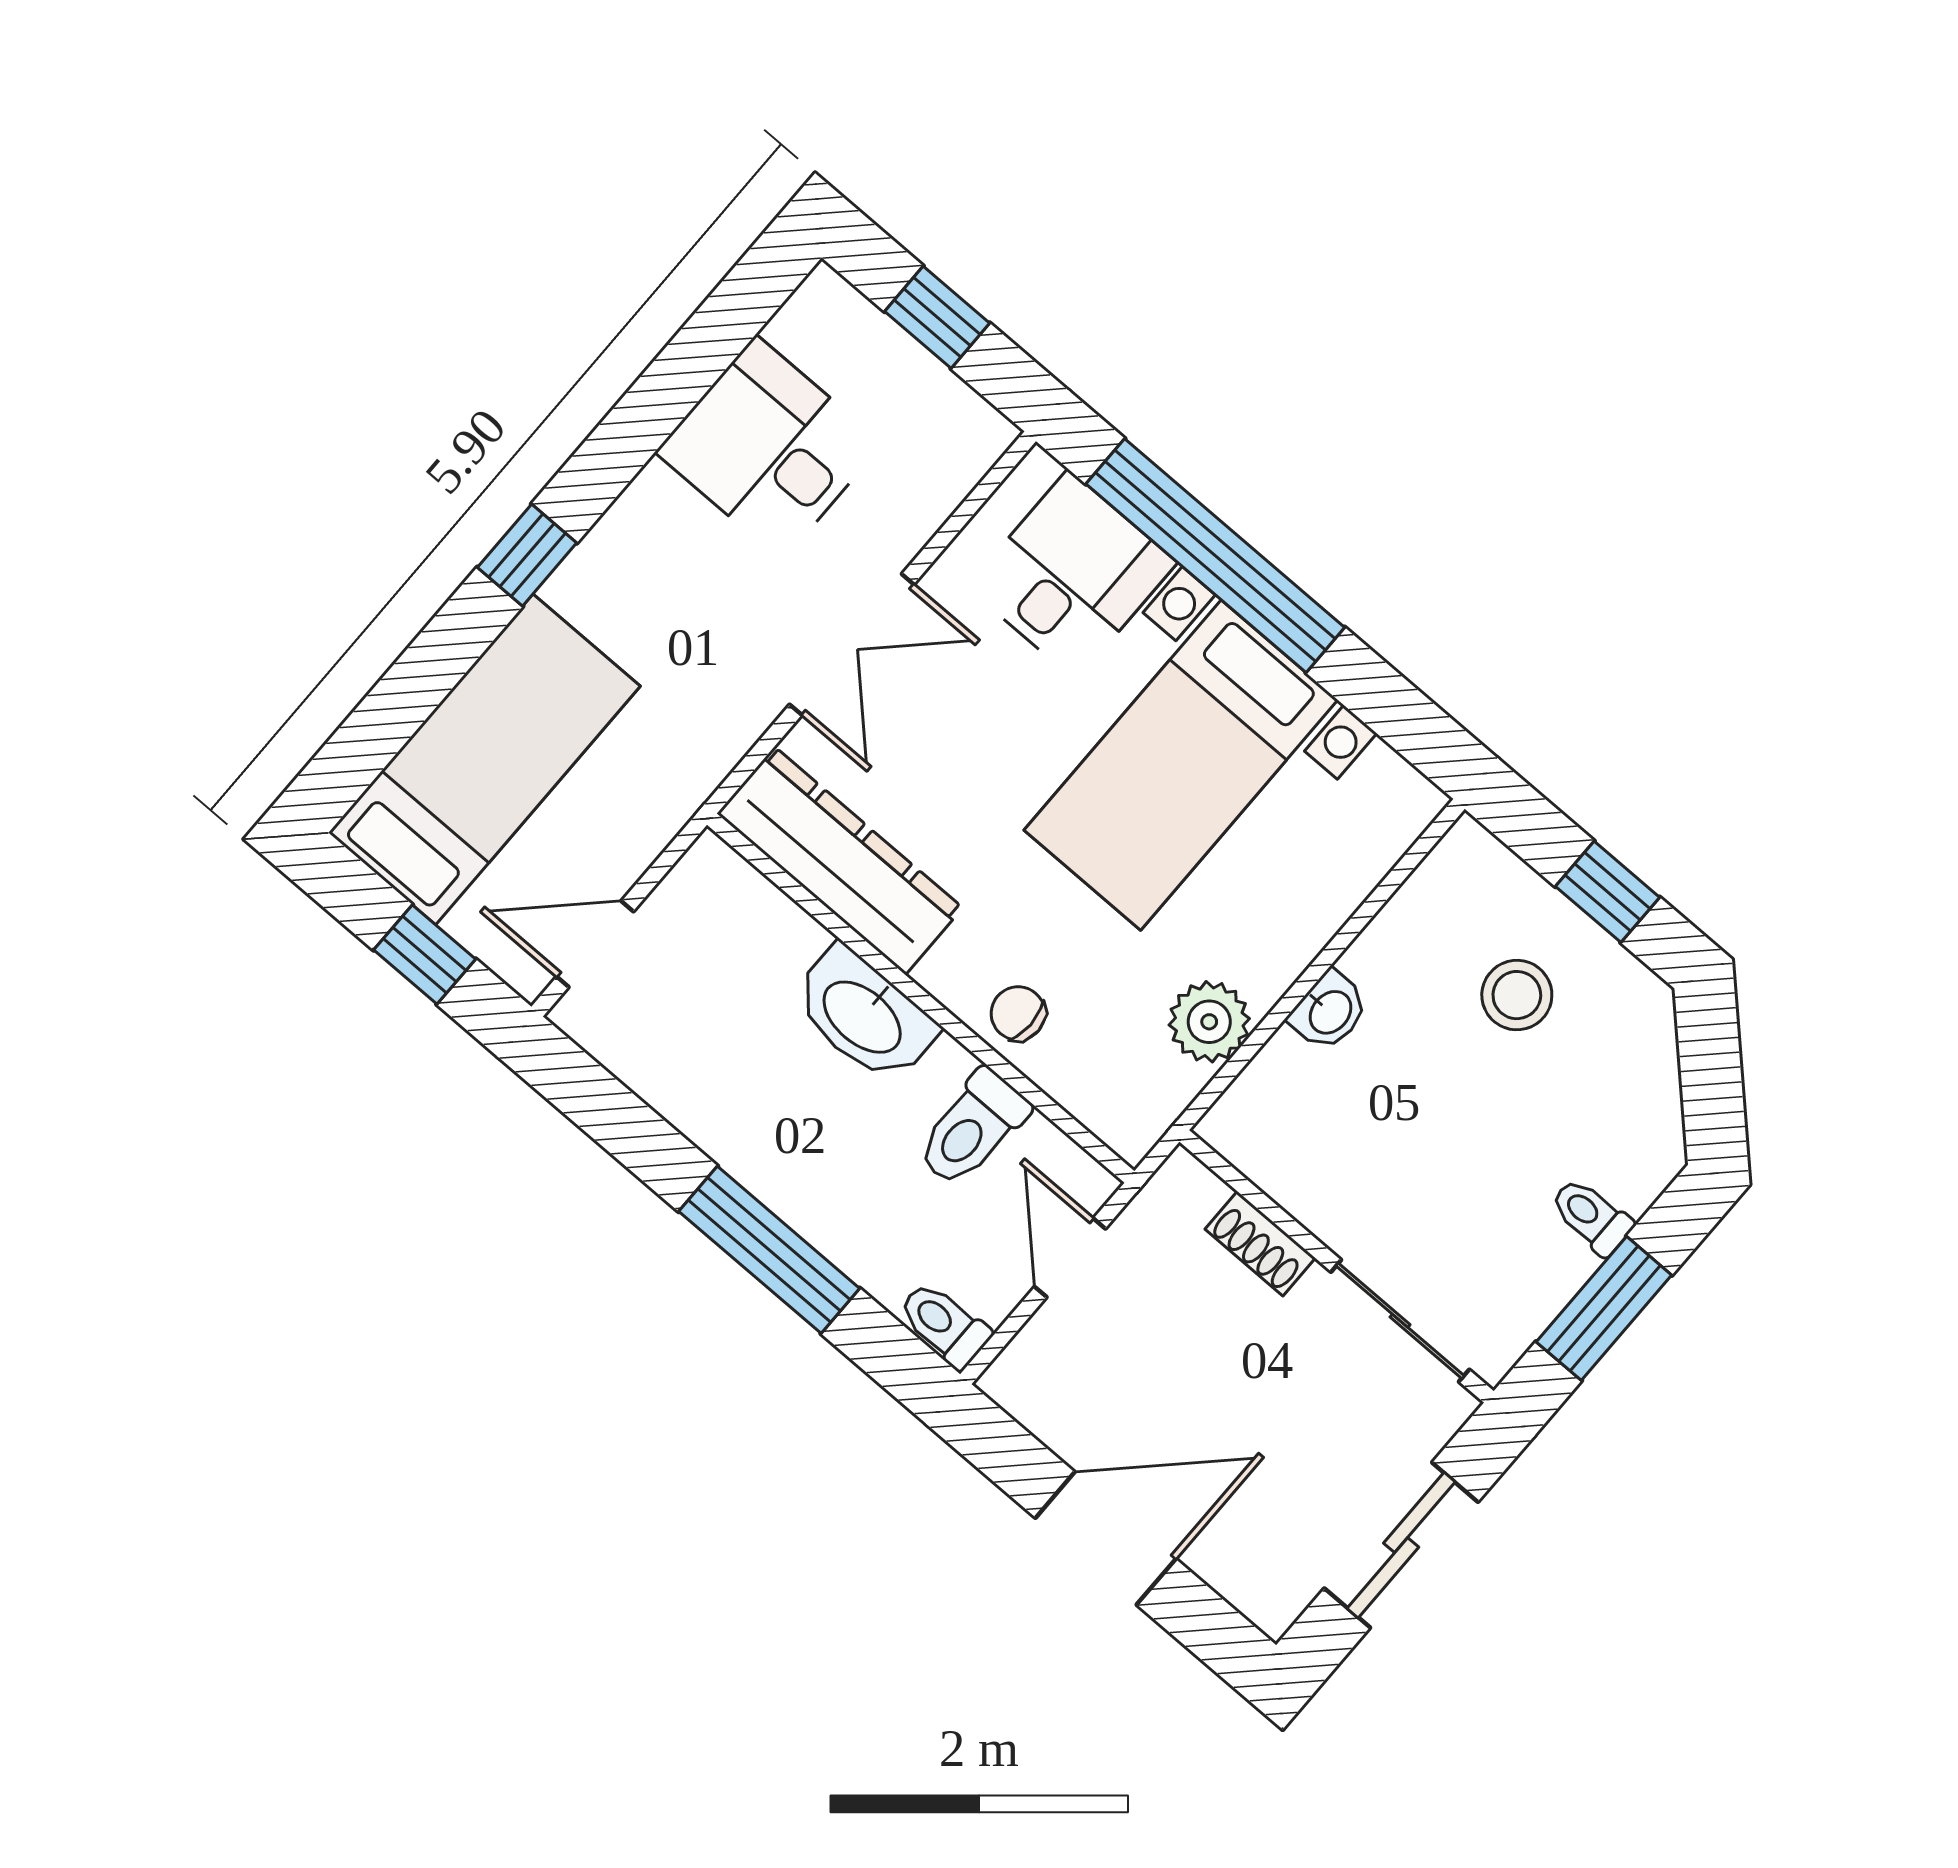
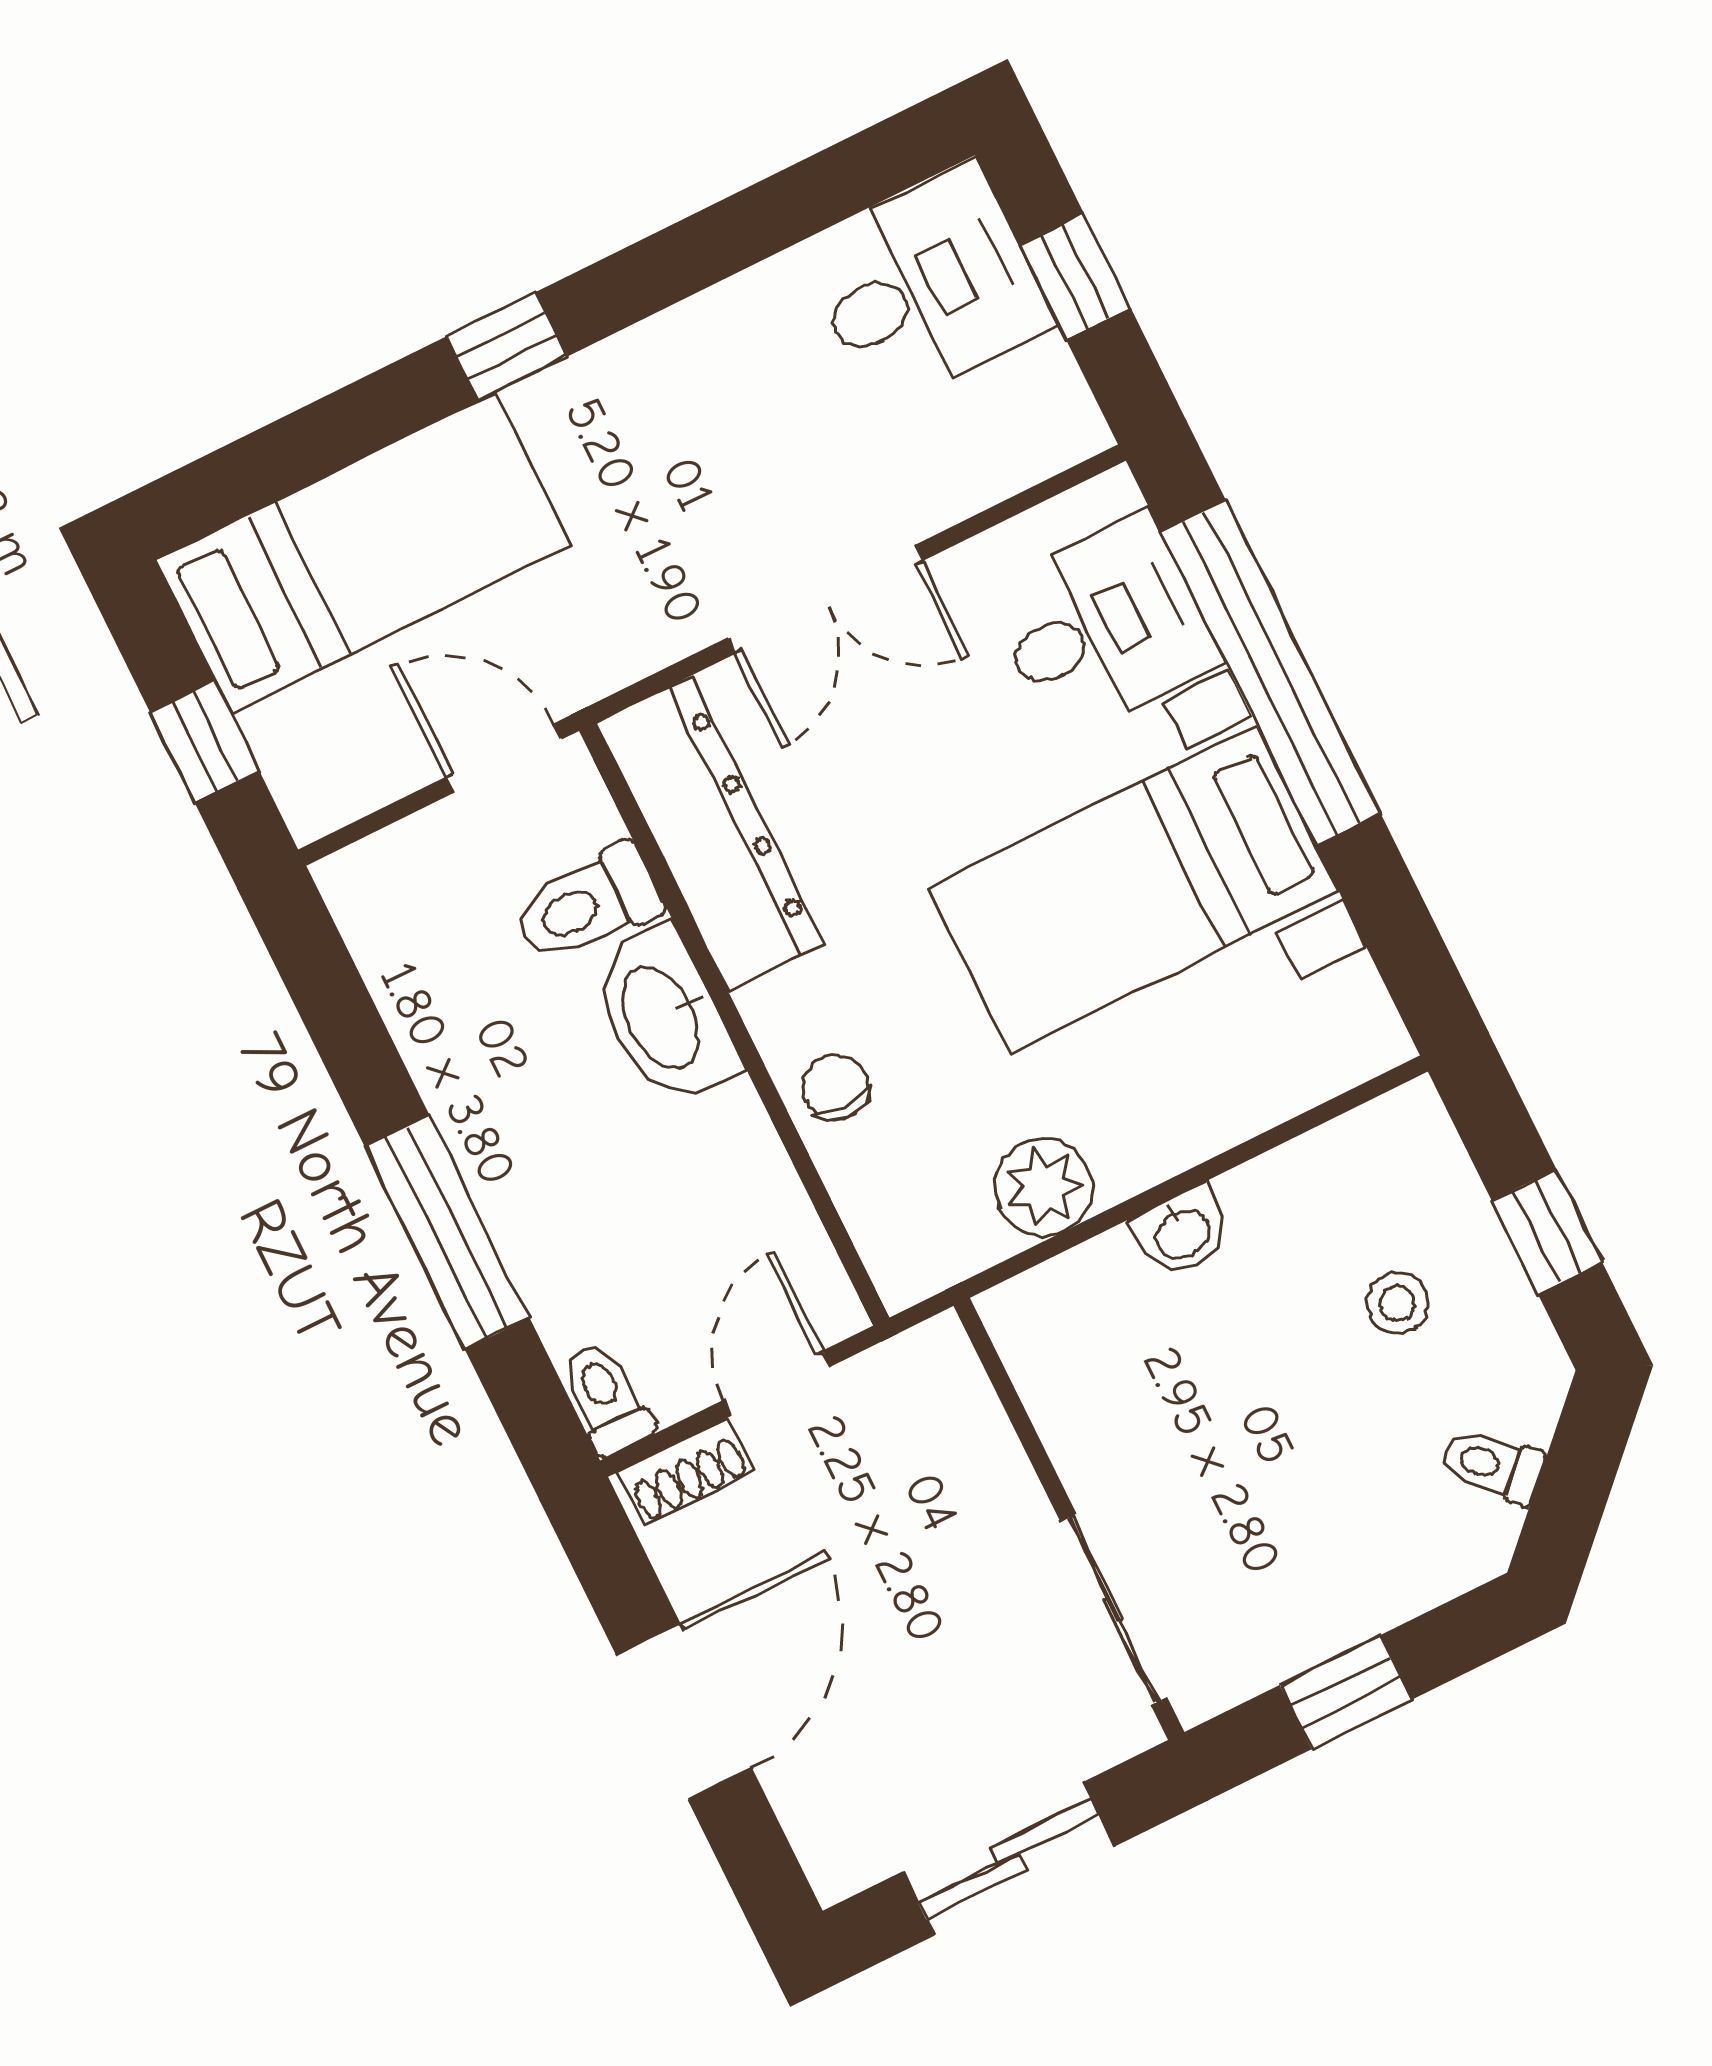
desk: (769, 448) -> (927, 287), moved, turned 90
door: (595, 944) -> (504, 758), moved
stool: (1517, 995) -> (1398, 1303), width x0.73, depth x0.73
toilet: (972, 1128) -> (587, 904), moved
toilet: (1591, 1216) -> (1493, 1466), moved, turned -45
shoe rack: (1260, 1244) -> (686, 1472), moved, turned -90
window: (1604, 1308) -> (1346, 1692), width x0.67
door: (1106, 1538) -> (684, 1711), hinge flipped

